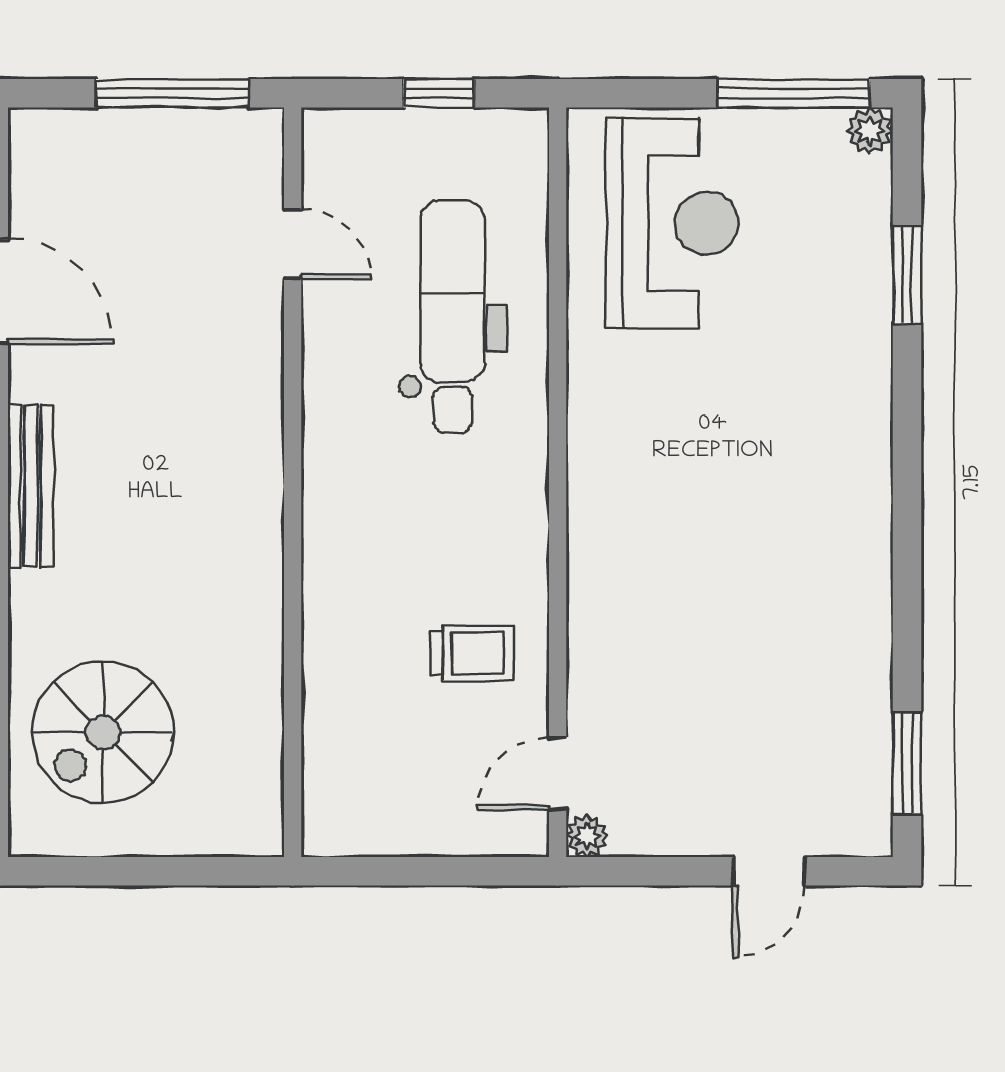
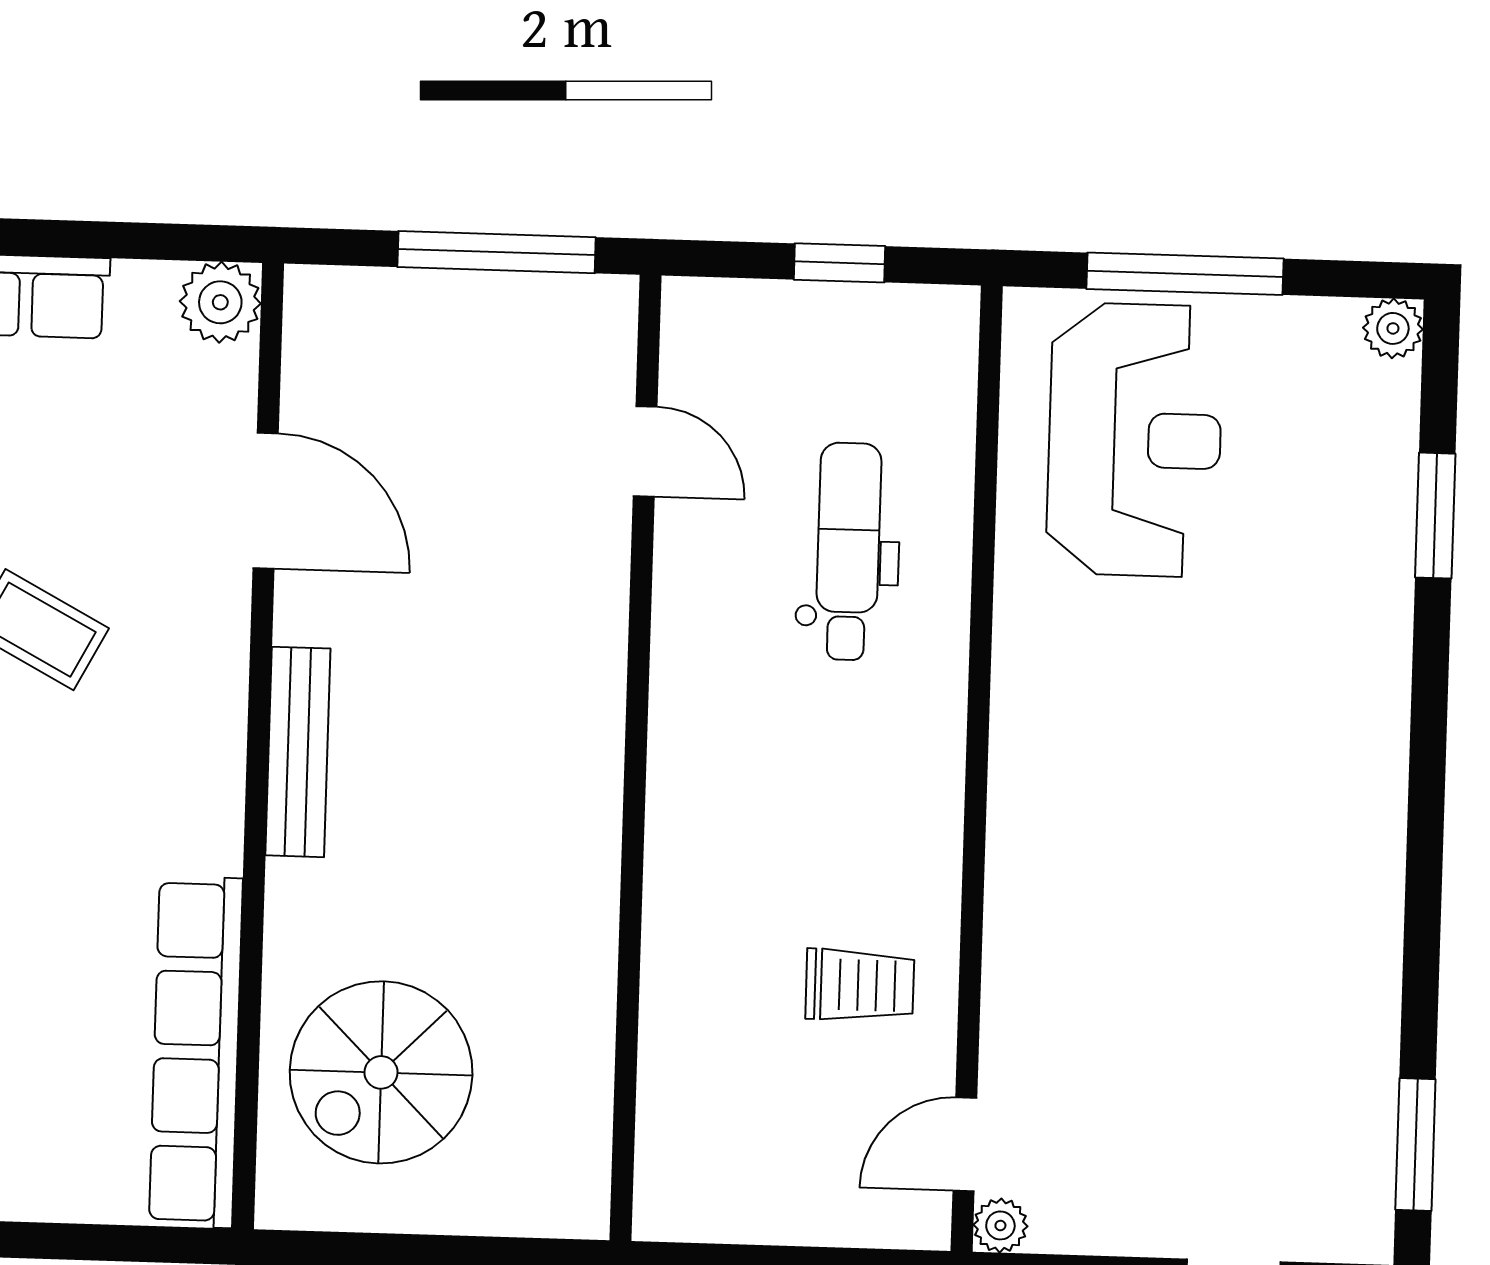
window: (794, 93) -> (1185, 274), moved
dental chair: (453, 317) -> (848, 551), width x0.73, depth x0.72

